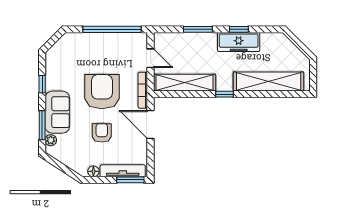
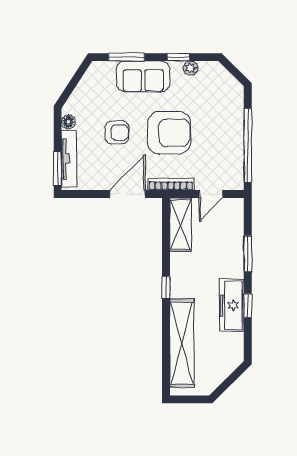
shelving: (185, 83) -> (180, 225), width x0.68
plant: (51, 140) -> (191, 68), moved

